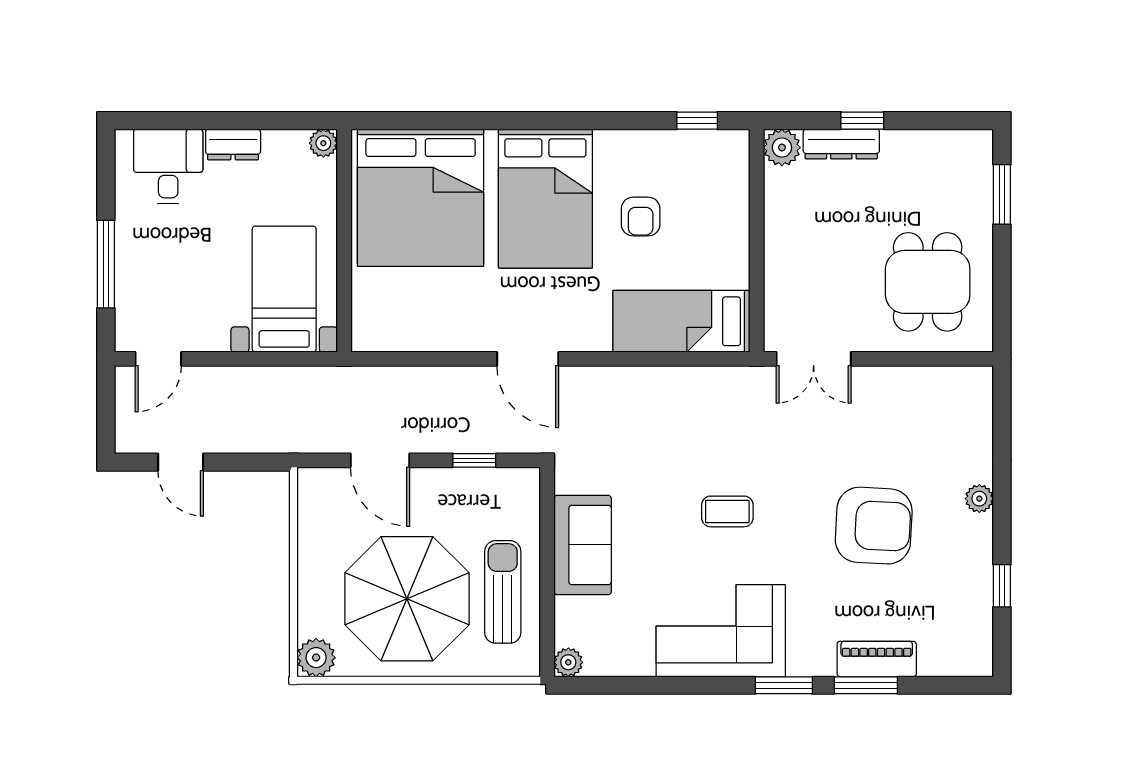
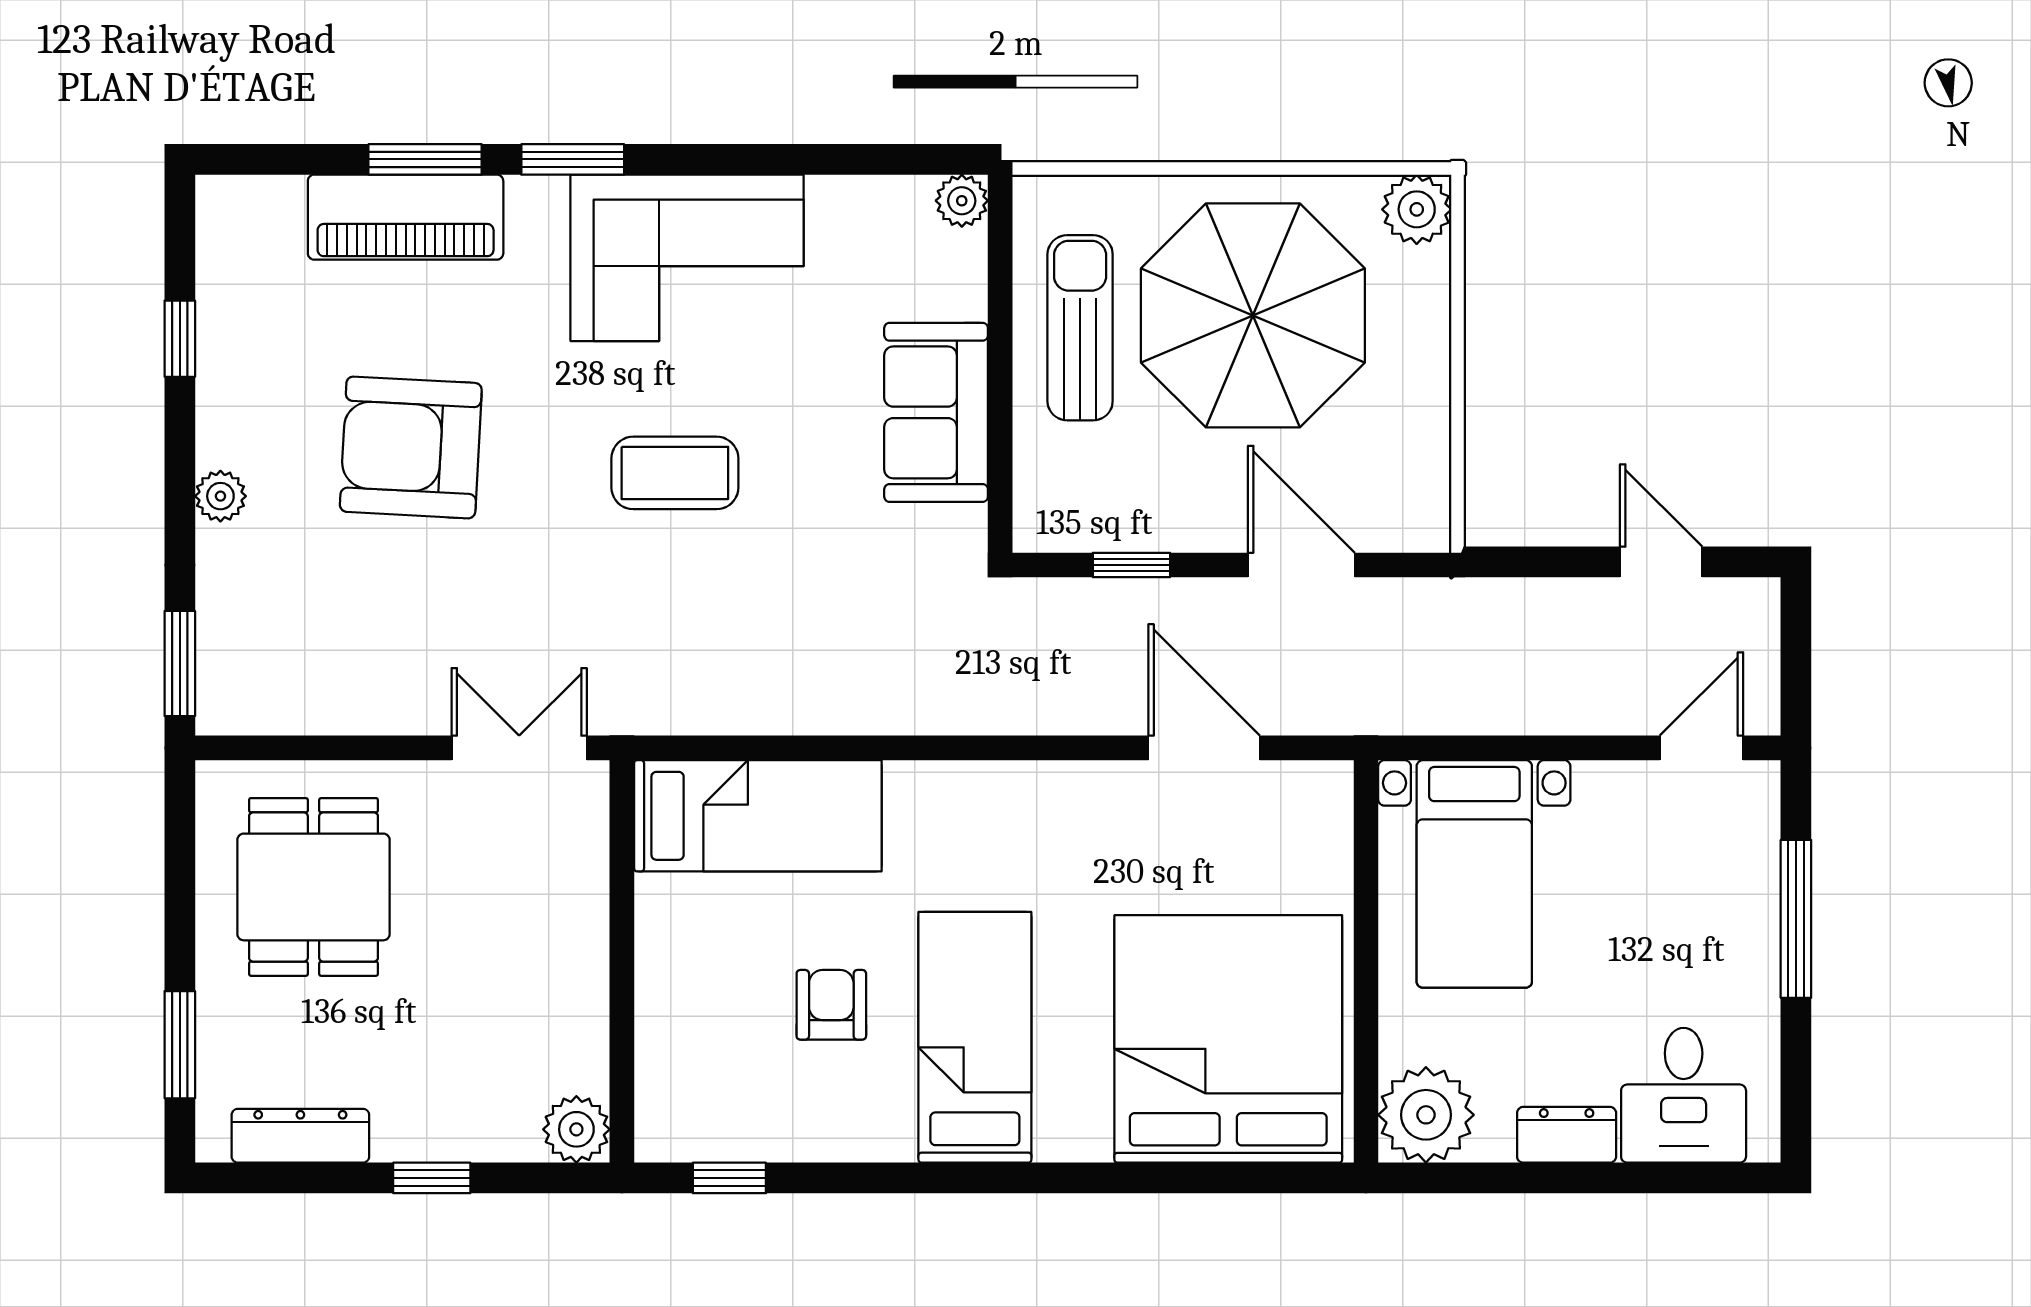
plant: (323, 143) -> (1426, 1115), width x1.87, depth x1.87
dresser: (841, 144) -> (300, 1136), moved
bed: (545, 199) -> (975, 1037), width x0.67
door: (528, 359) -> (1204, 748), moved
window: (1002, 406) -> (180, 663), added
coffee table: (727, 511) -> (675, 473), width x1.36, depth x1.30
sun lounger: (503, 592) -> (1080, 328), turned 180
piano: (877, 659) -> (406, 217), width x1.37, depth x1.33

